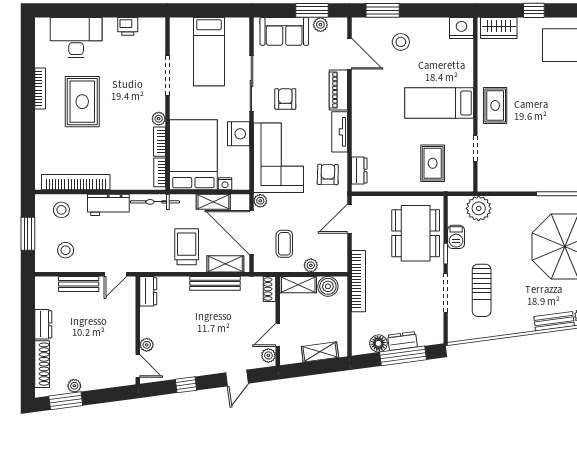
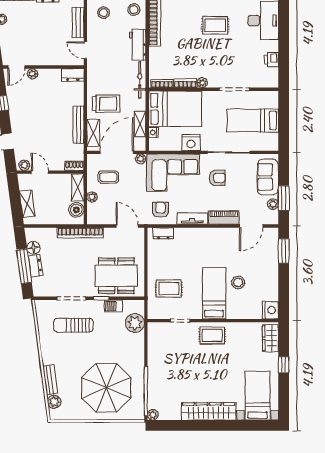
stool: (401, 42) -> (238, 282), moved
rug: (82, 102) -> (215, 25), width x0.73, depth x0.70
armchair: (328, 174) -> (160, 210), turned -91

